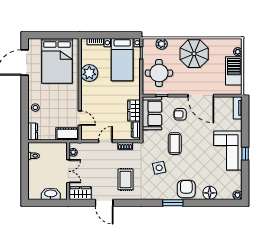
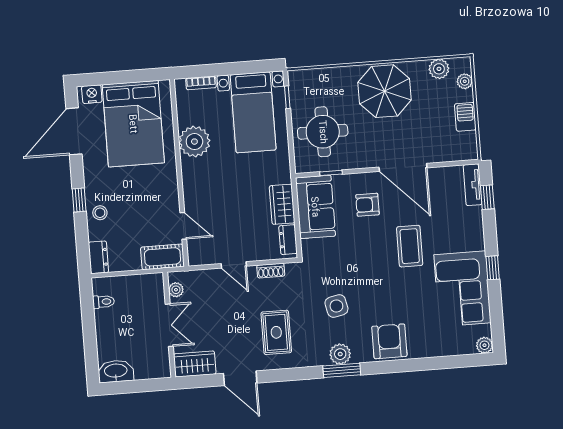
nightstand: (36, 43) -> (92, 94), added
plant: (162, 44) -> (439, 69), moved
barbecue: (234, 71) -> (465, 117), width x0.53, depth x0.65
window: (25, 100) -> (79, 200), added
window: (245, 115) -> (487, 197), added
door: (105, 141) -> (234, 265), swing flipped
coffee table: (175, 144) -> (410, 246), moved
corner sofa: (228, 150) -> (462, 289), moved
floor lamp: (210, 193) -> (433, 345), removed
washbasin: (51, 194) -> (116, 371), moved
plant: (159, 194) -> (340, 354), added
window: (173, 203) -> (342, 370), moved

